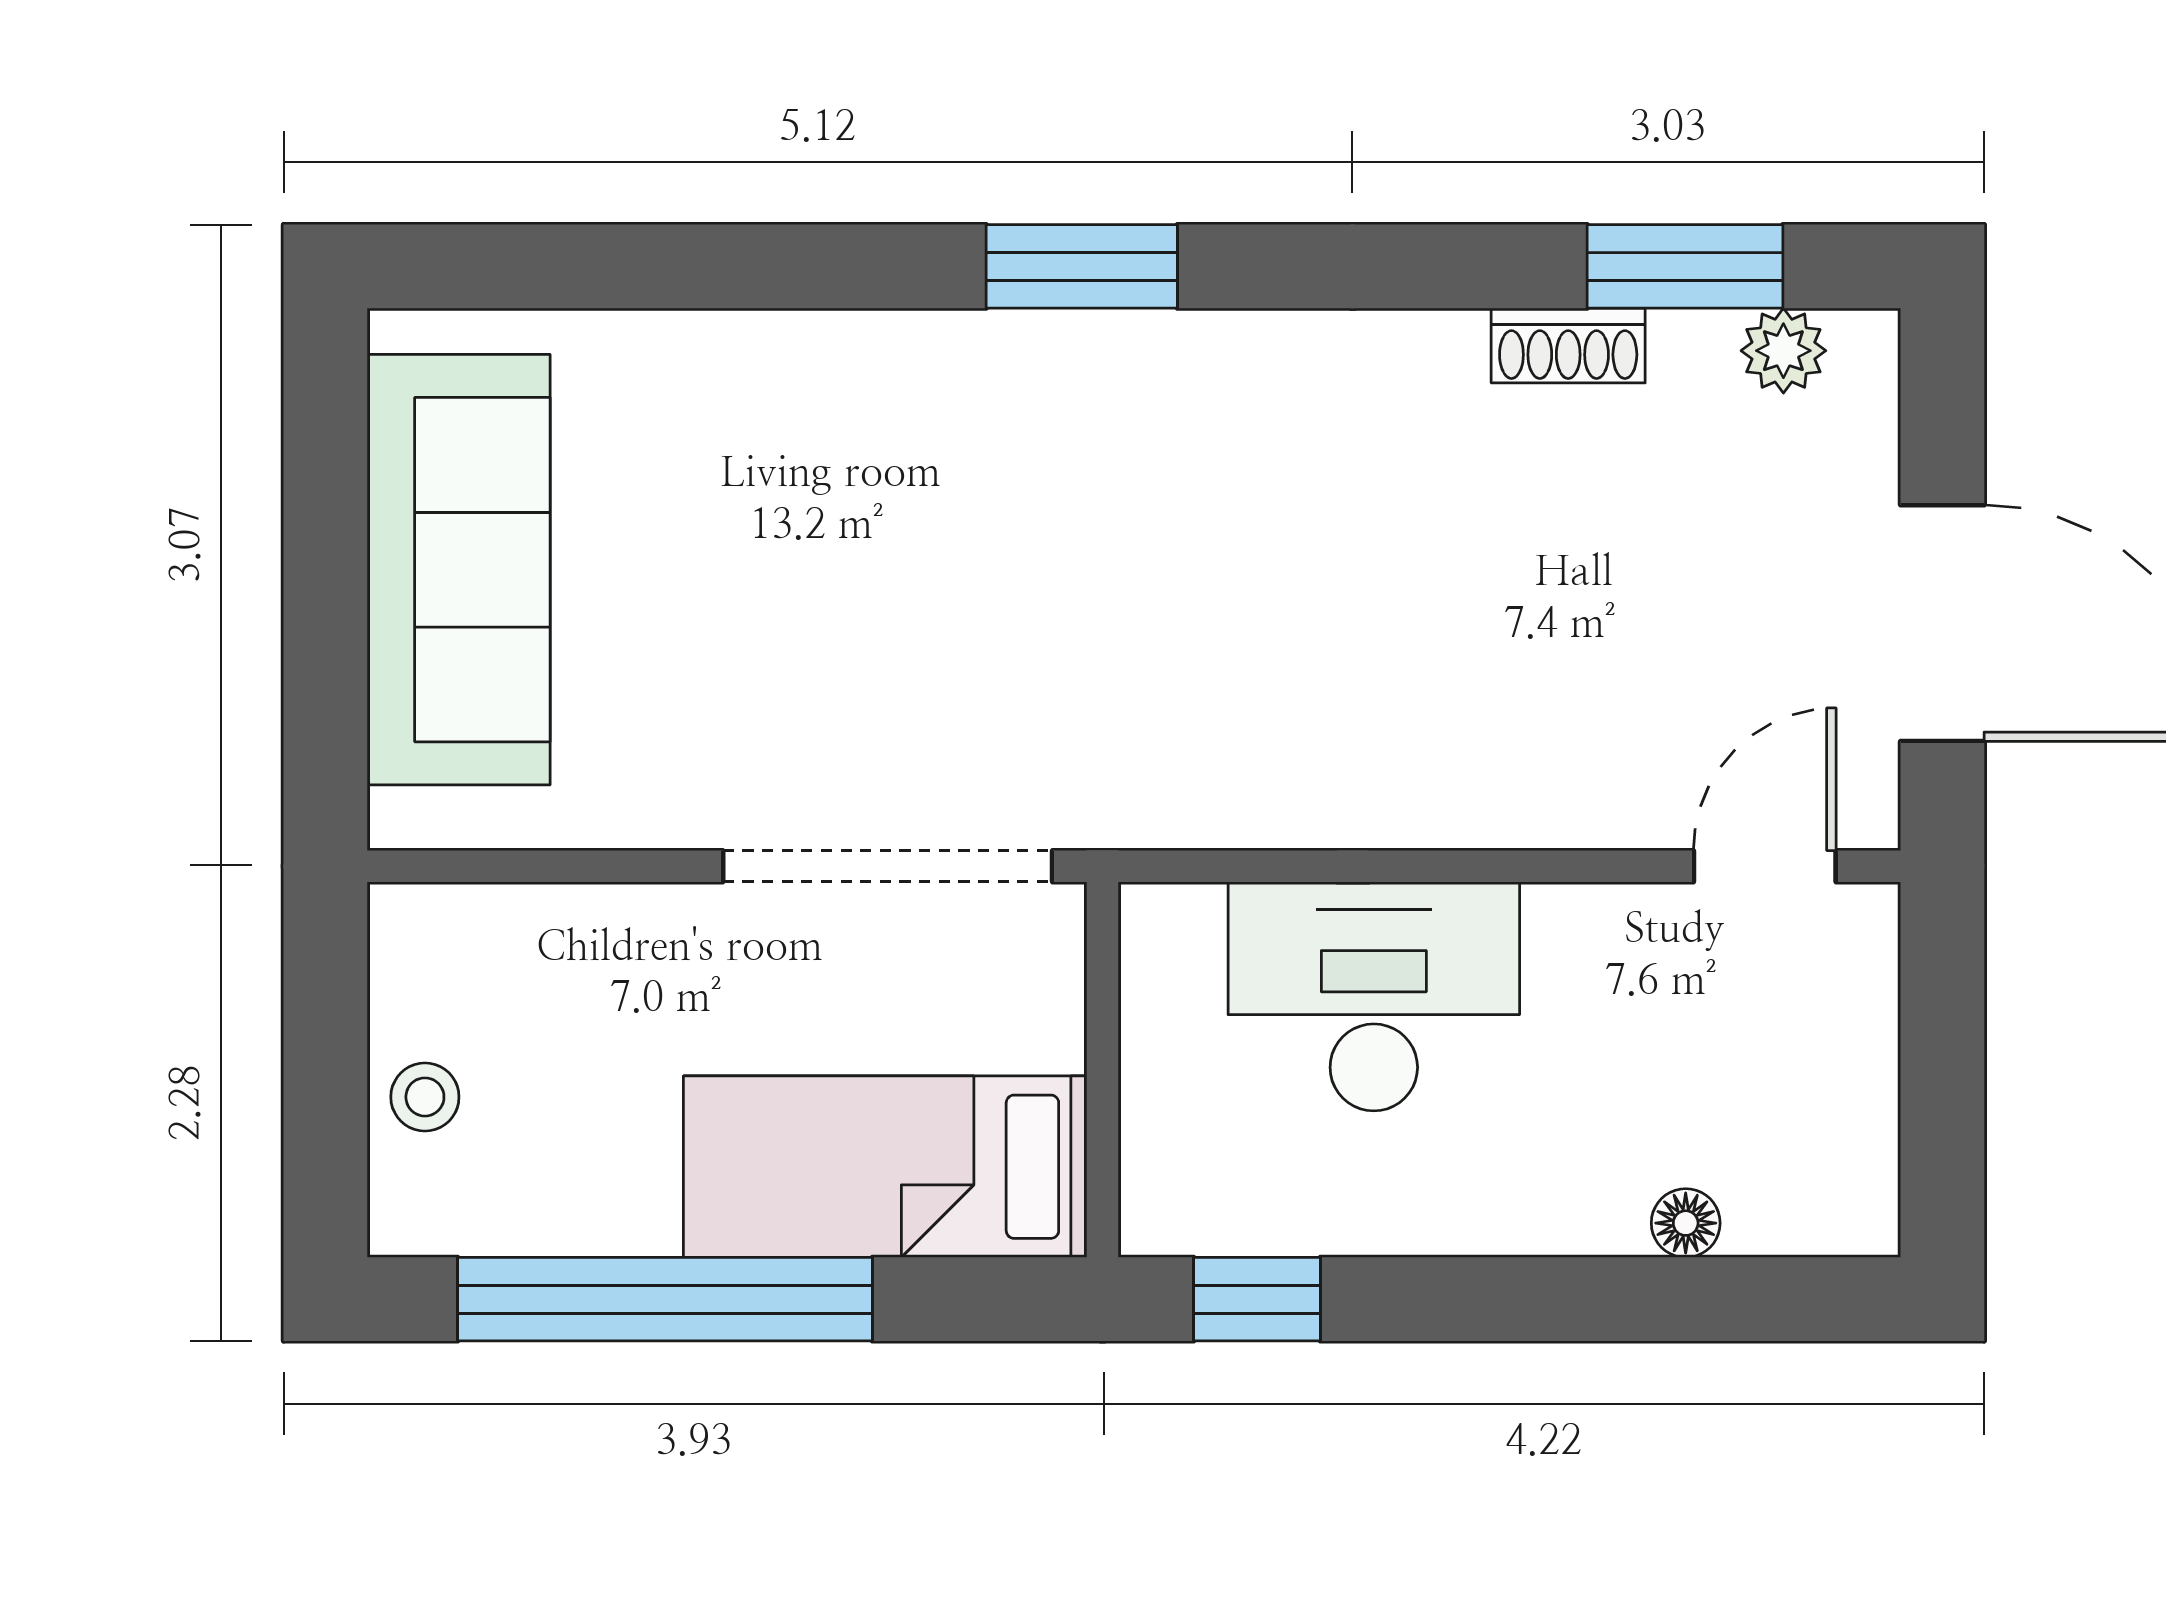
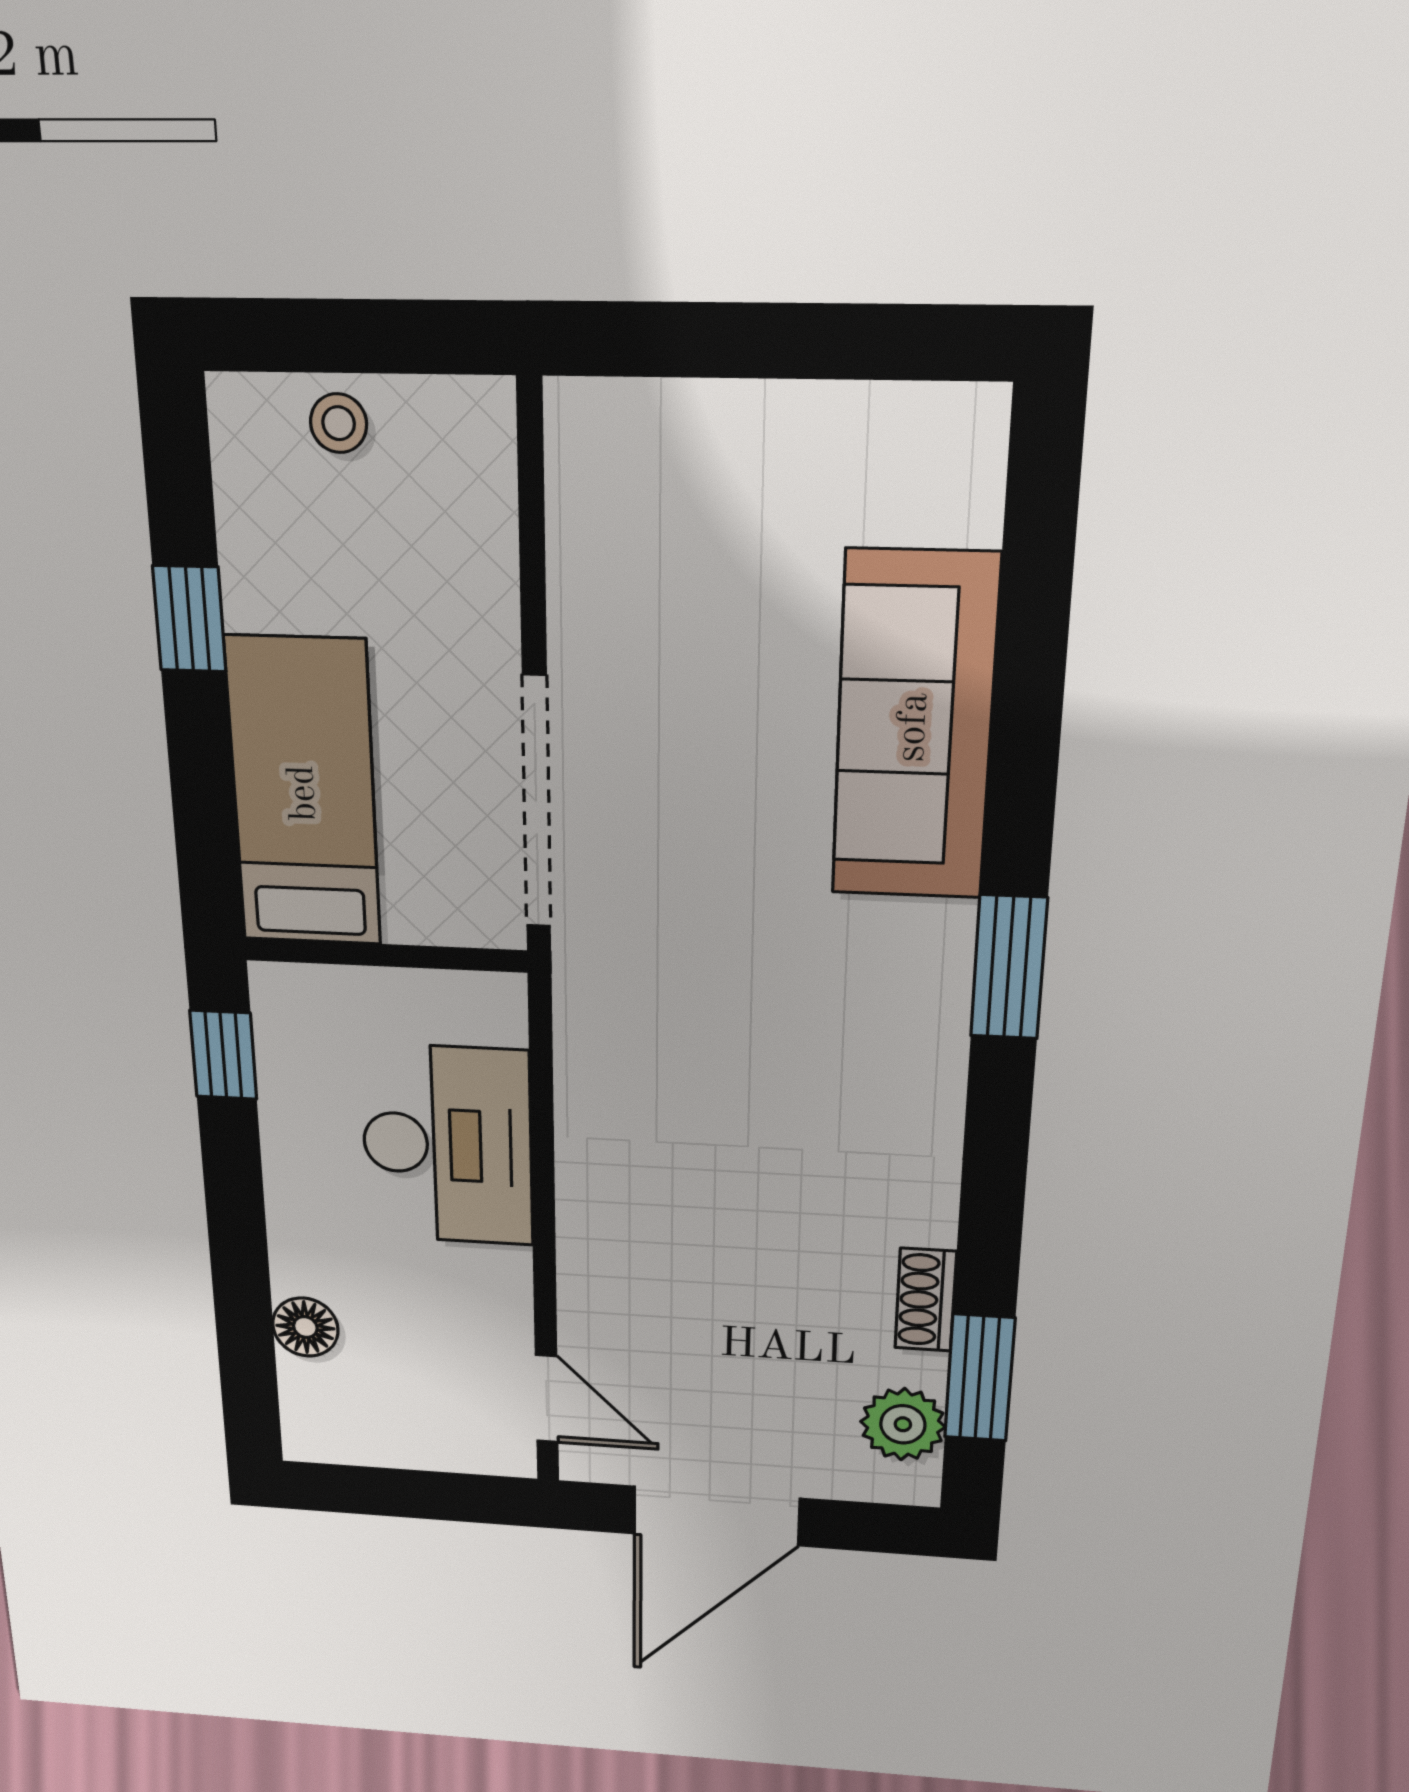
plant: (1783, 351) -> (903, 1424), width x1.38, depth x1.38
sofa: (459, 570) -> (914, 727), moved, turned 90
floor lamp: (1686, 1223) -> (305, 1327), width x1.37, depth x1.37
window: (665, 1299) -> (189, 619), width x0.32

